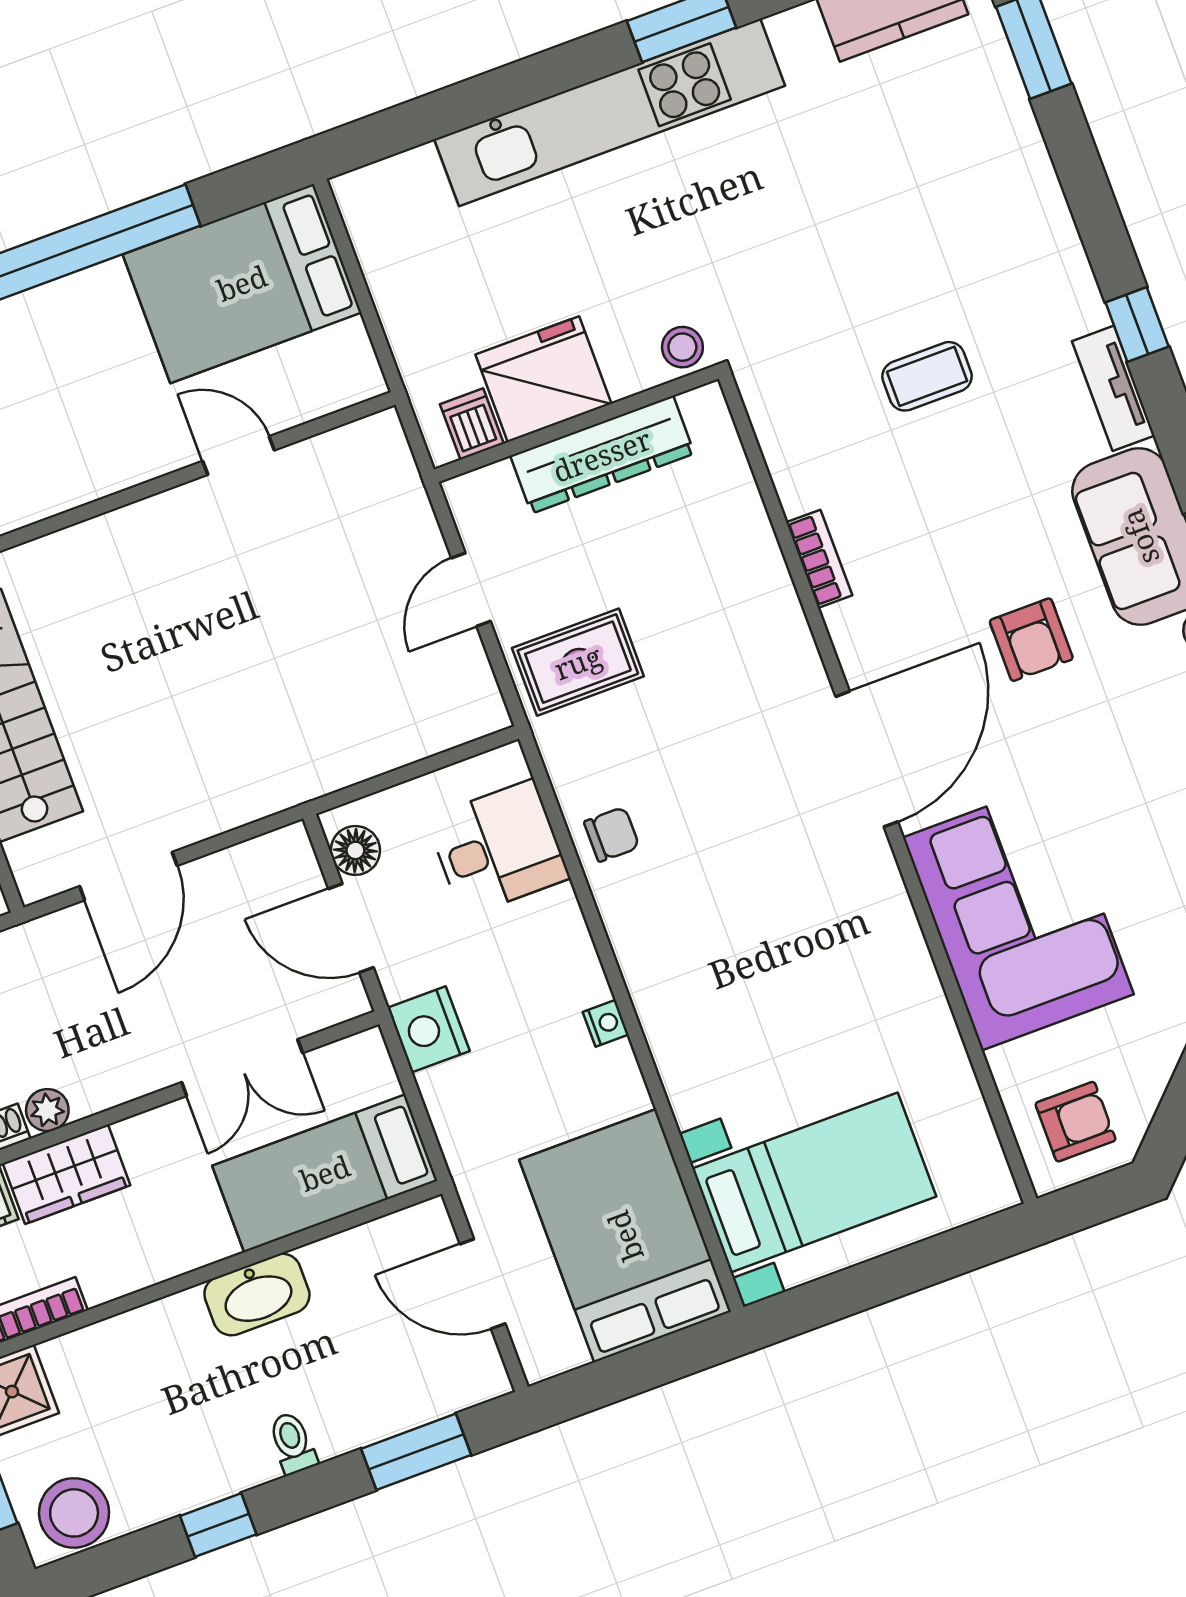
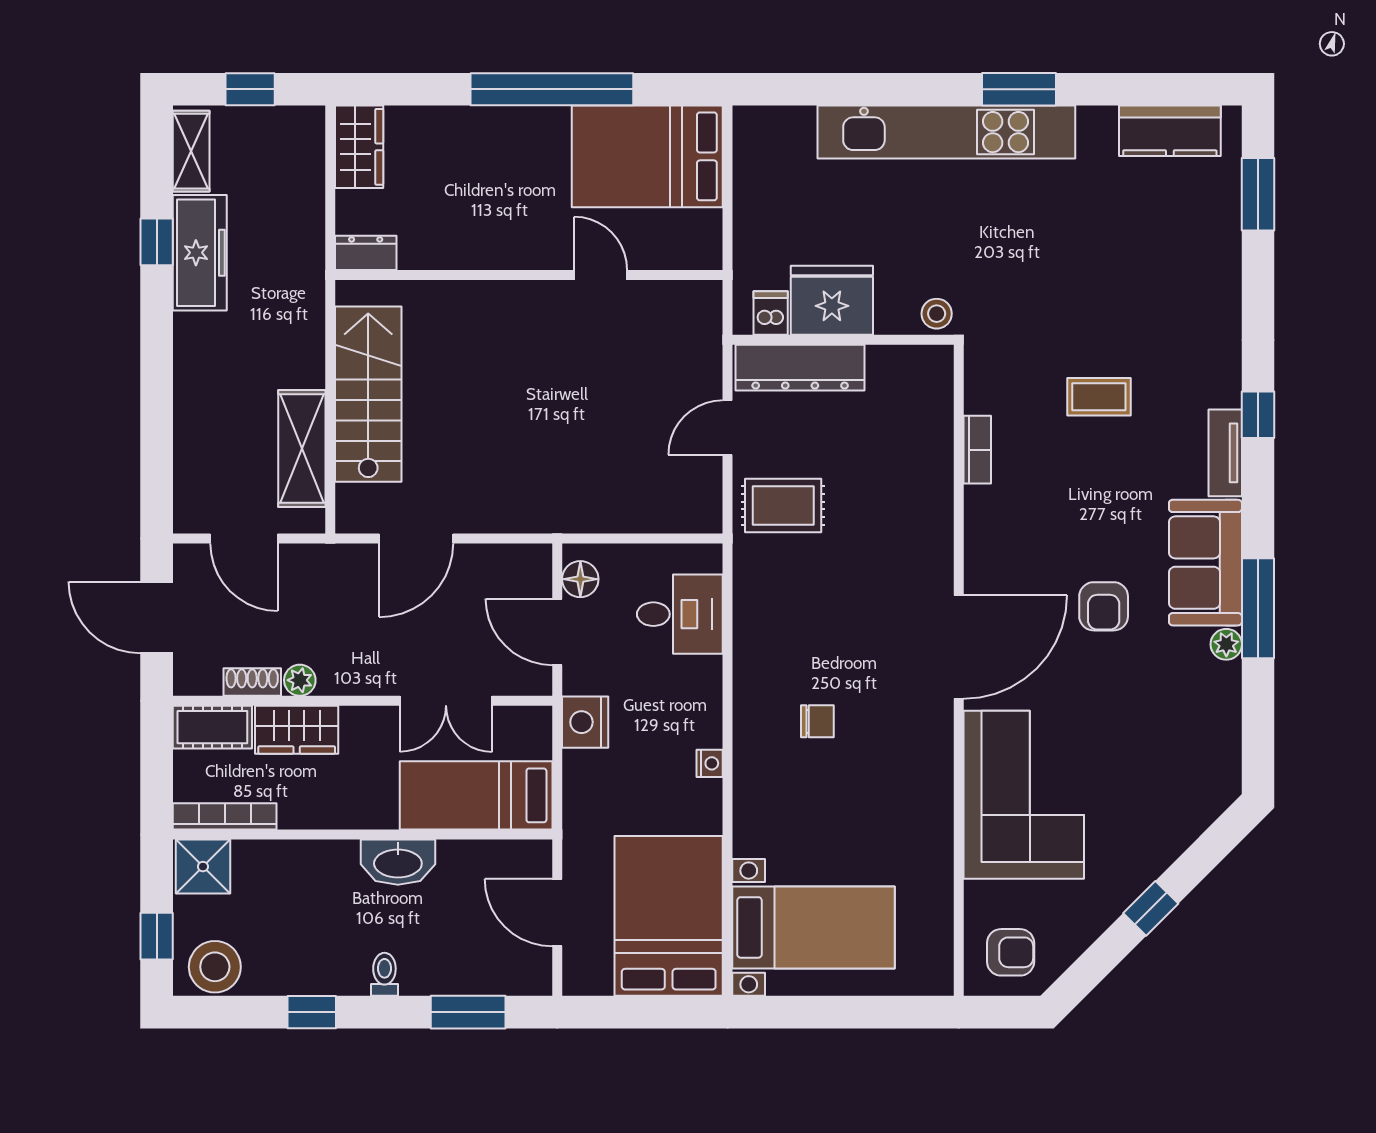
dresser: (602, 455) -> (800, 368), moved
bookcase: (819, 559) -> (977, 450), moved
chair: (612, 834) -> (817, 721), moved

